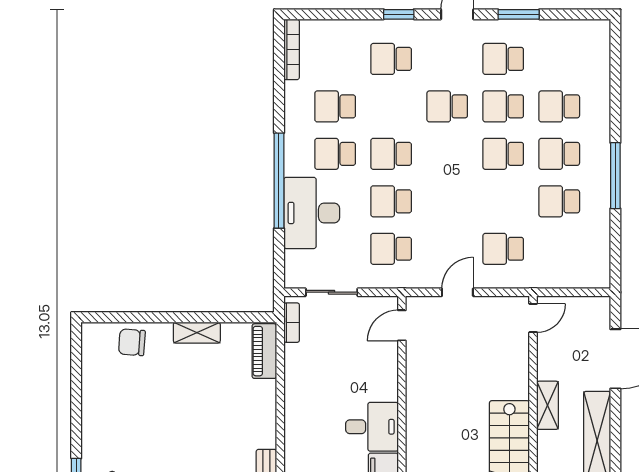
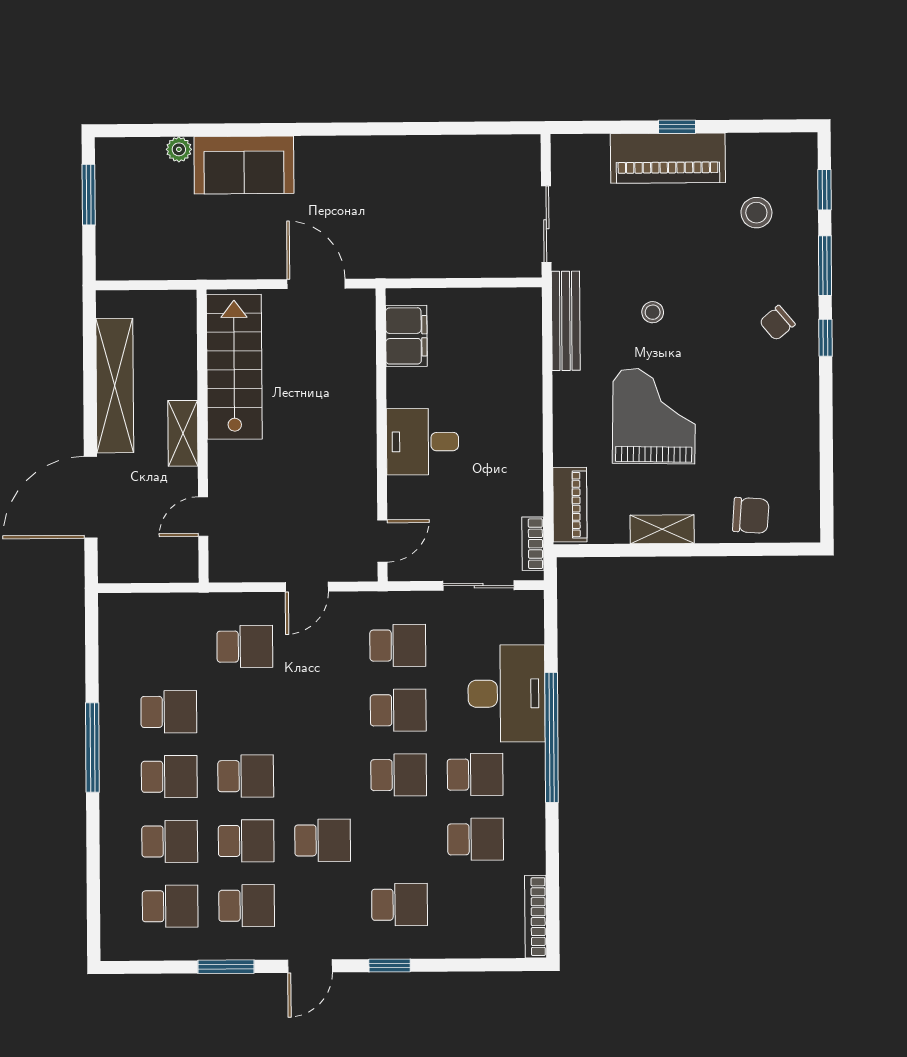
school desk: (559, 59) -> (170, 906), added
door: (533, 318) -> (203, 517), moved
grand piano: (202, 415) -> (654, 416), added
desk: (372, 427) -> (422, 442), moved

